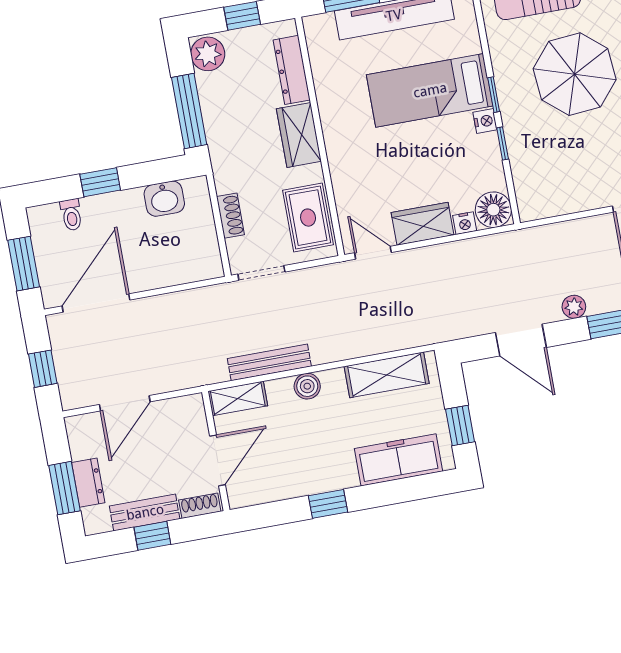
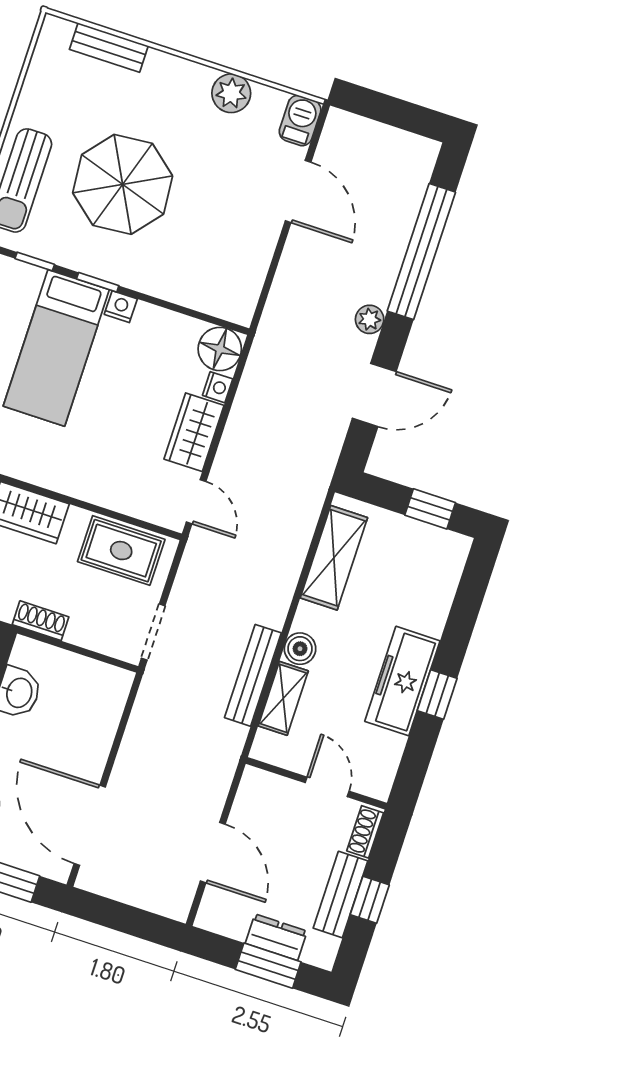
window: (503, 143) -> (35, 261), moved
shoe rack: (230, 216) -> (41, 621), moved
door: (373, 253) -> (196, 502), swing flipped
window: (43, 369) -> (129, 920), removed
shelving: (238, 398) -> (283, 698), moved
door: (218, 460) -> (327, 787), width x0.73
freezer: (398, 460) -> (402, 681), moved

